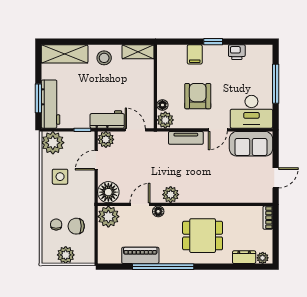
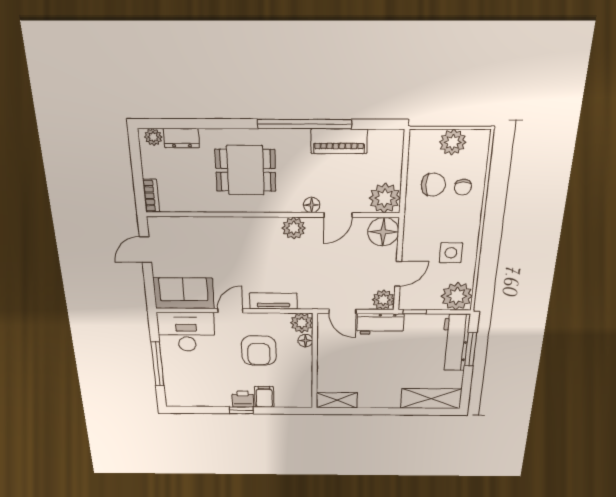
printer: (237, 52) -> (243, 399), moved
stool: (104, 58) -> (381, 394), removed

